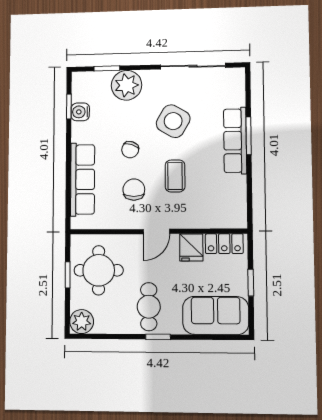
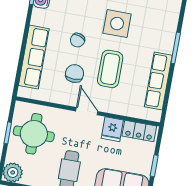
side table: (173, 121) -> (117, 24), turned -30
row of seats: (235, 141) -> (158, 81), moved
coffee table: (175, 176) -> (110, 69), width x1.36, depth x1.30
door: (156, 231) -> (87, 111), swing flipped

